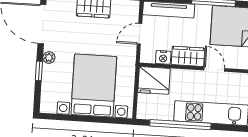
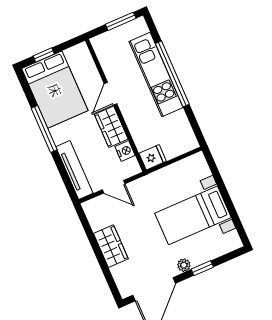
fridge: (154, 80) -> (153, 157), width x0.53, depth x0.75
bed with nightstands: (94, 86) -> (193, 215), width x0.73
window: (180, 125) -> (172, 74), moved

